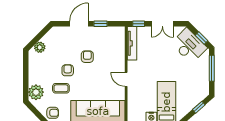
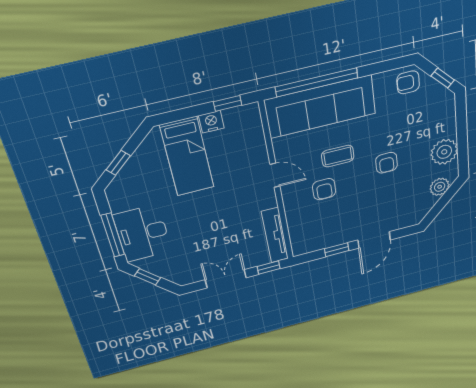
desk: (189, 46) -> (143, 233), moved, turned 45
armchair: (87, 57) -> (324, 189), moved
coffee table: (61, 88) -> (338, 156), moved
plant: (36, 92) -> (444, 152), moved
window: (35, 111) -> (443, 78), added

